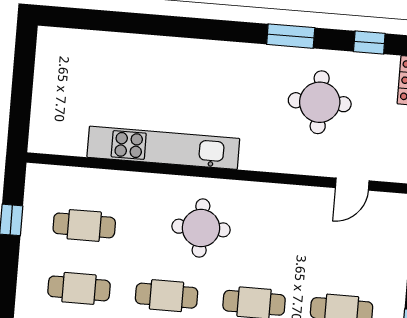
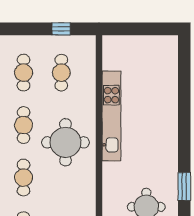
round table: (201, 228) -> (65, 142), width x1.36, depth x1.36

